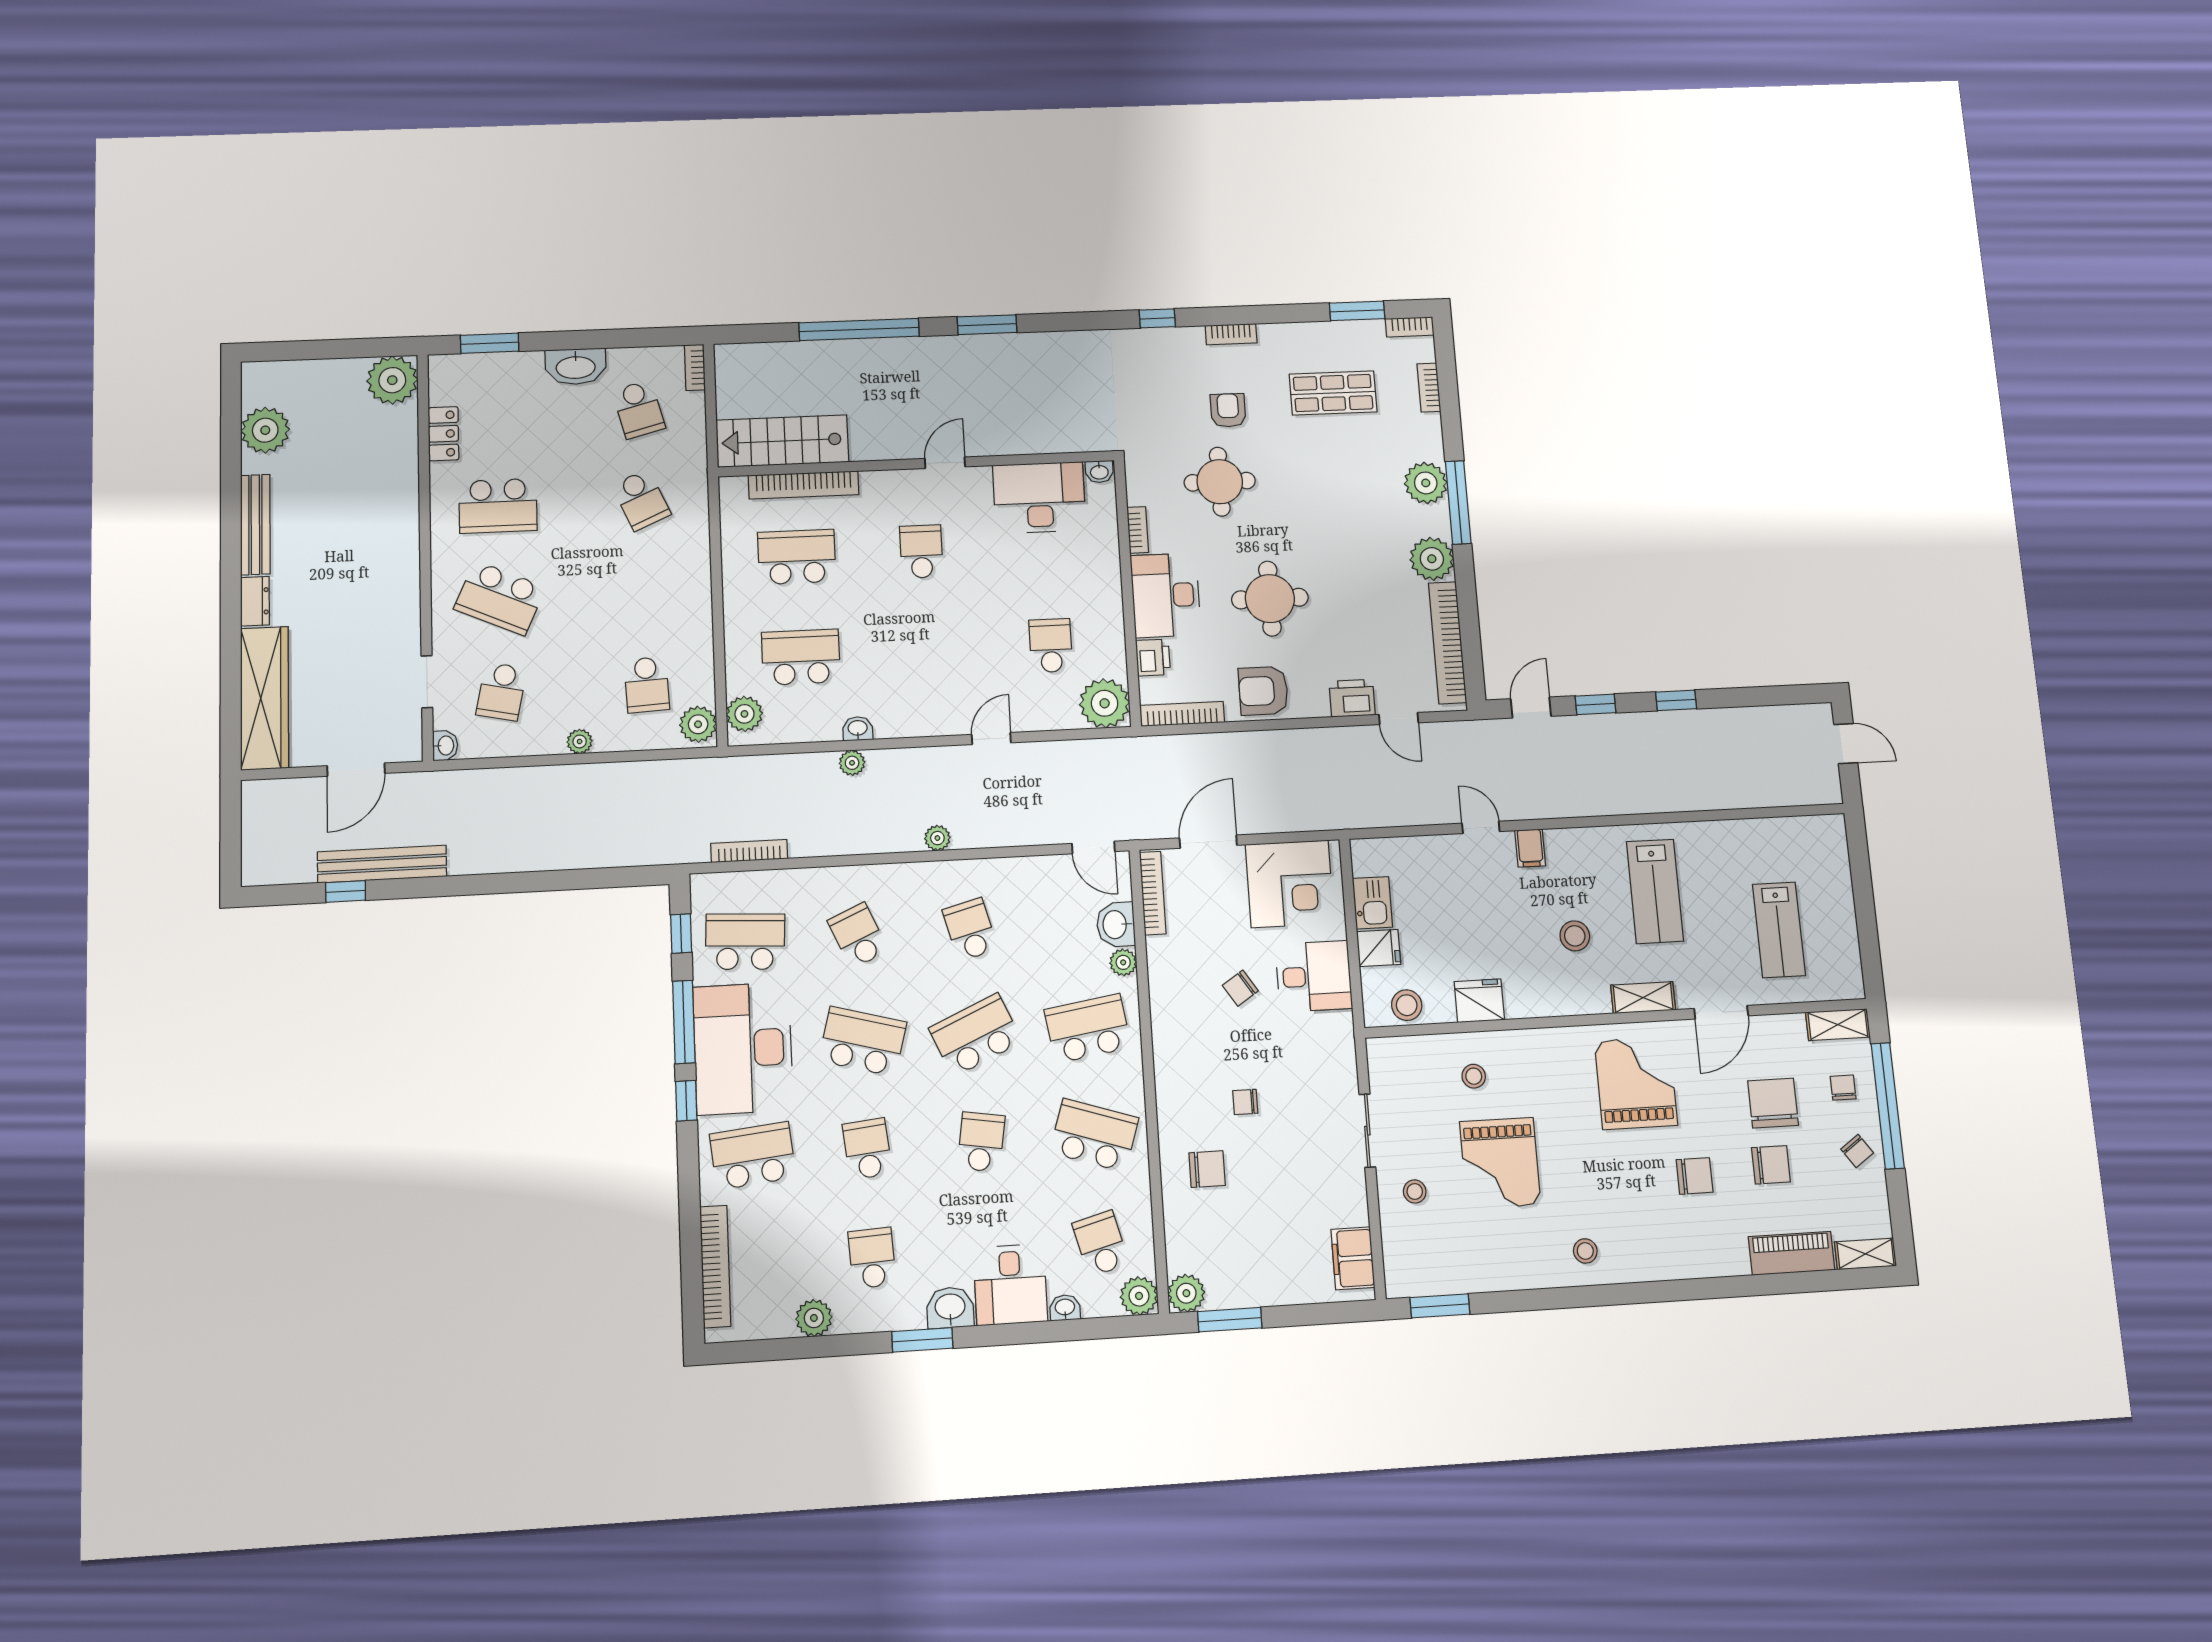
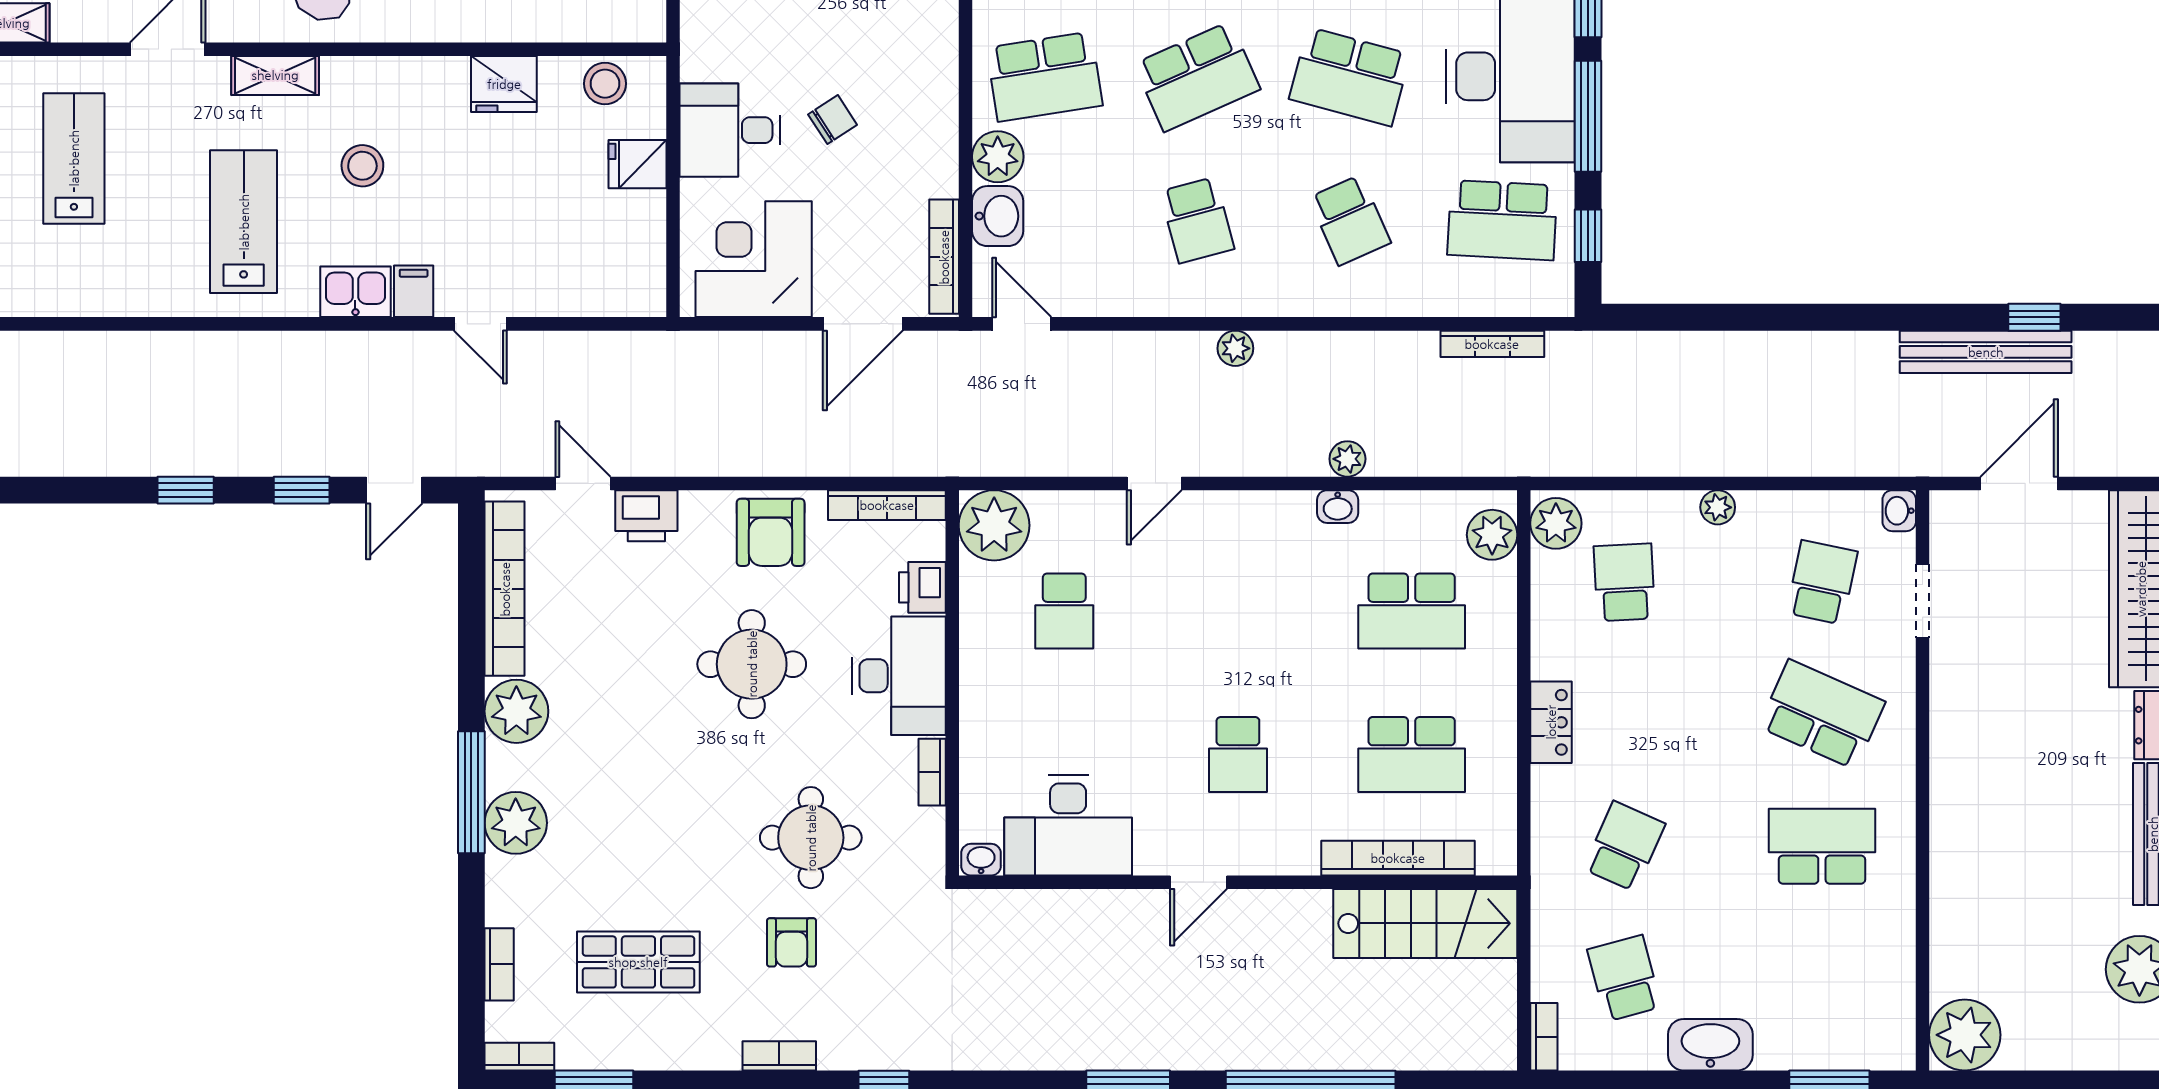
locker: (443, 434) -> (1551, 722), moved, turned 180
school desk: (641, 500) -> (1624, 846), turned 48
armchair: (1263, 691) -> (771, 532), turned 90
kitchen sink: (1372, 903) -> (355, 292), moved, turned 90
plant: (1123, 962) -> (998, 157), width x1.38, depth x1.38

